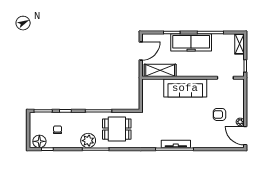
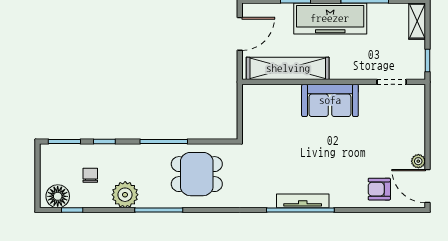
shelving: (160, 70) -> (288, 68), width x1.47
sofa: (185, 88) -> (330, 100), width x0.73
armchair: (219, 114) -> (379, 189), moved
plant: (88, 141) -> (125, 195), moved

